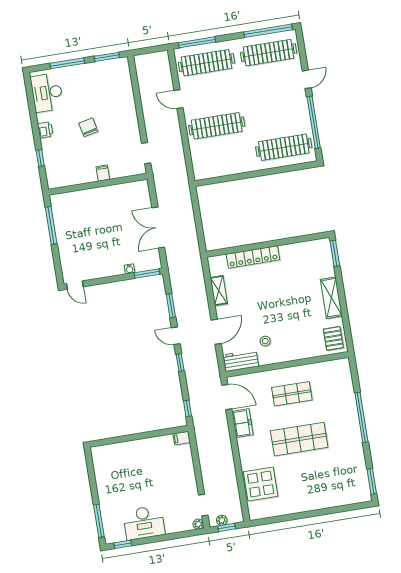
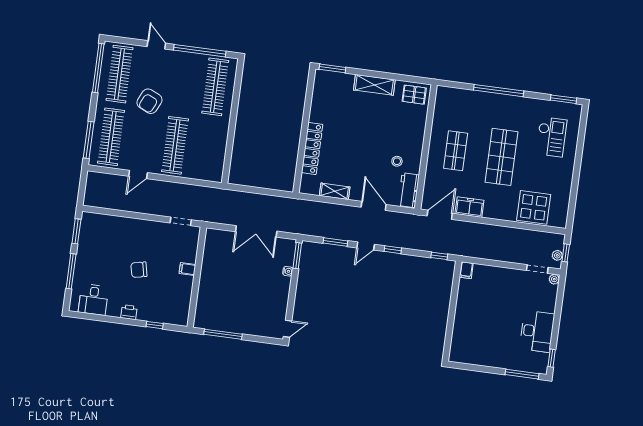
armchair: (251, 89) -> (149, 101), added
desk: (47, 93) -> (93, 300), width x0.73
checkout: (333, 481) -> (551, 137), added

